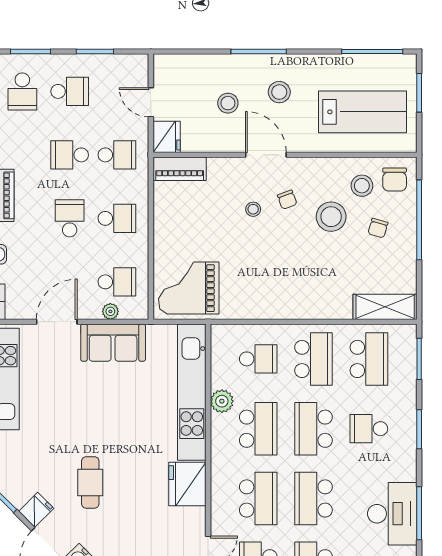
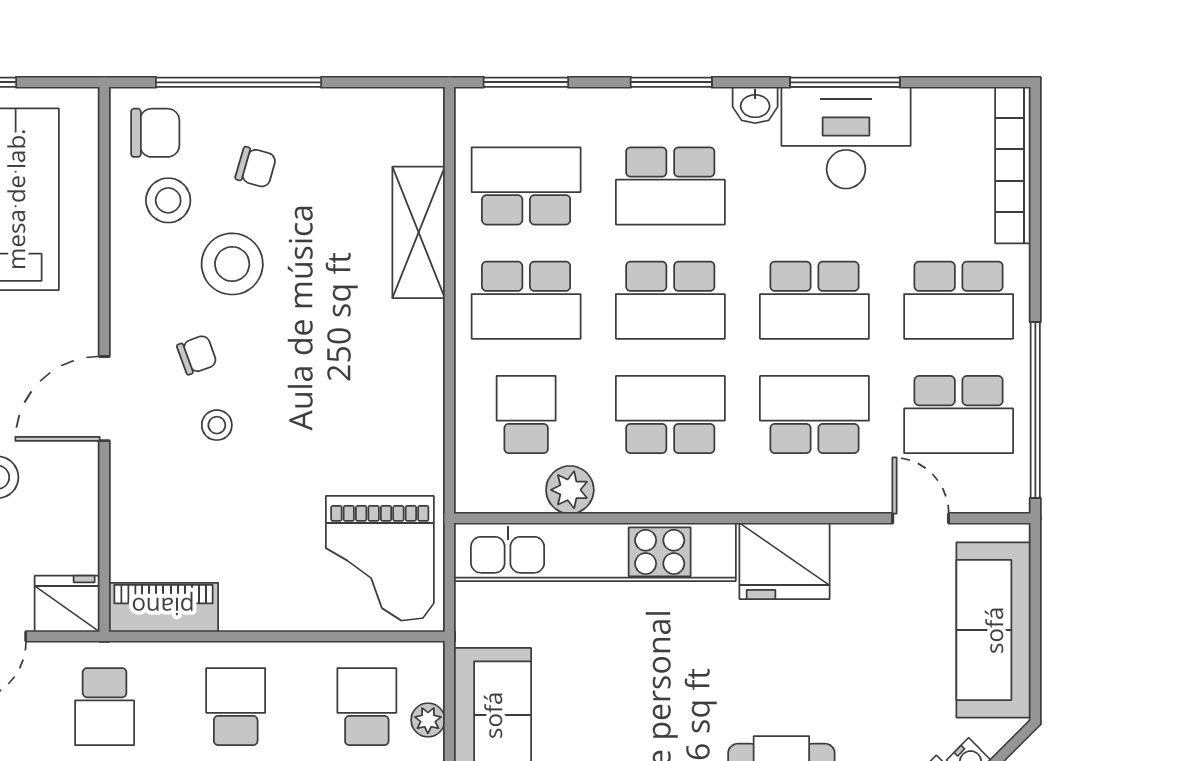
school desk: (117, 155) -> (105, 707), turned 180
piano: (180, 169) -> (163, 607), moved, turned -90
shelving: (385, 307) -> (419, 232), moved
school desk: (314, 359) -> (526, 300), turned 180
plant: (222, 401) -> (570, 490), moved
school desk: (369, 429) -> (670, 186), width x1.85
washbasin: (408, 470) -> (755, 105), added

